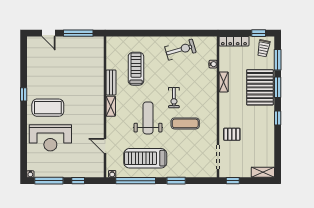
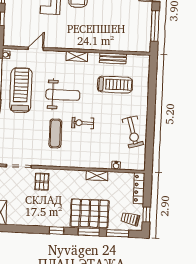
bench: (111, 82) -> (113, 58), moved

